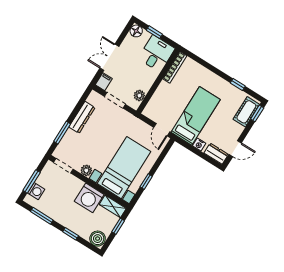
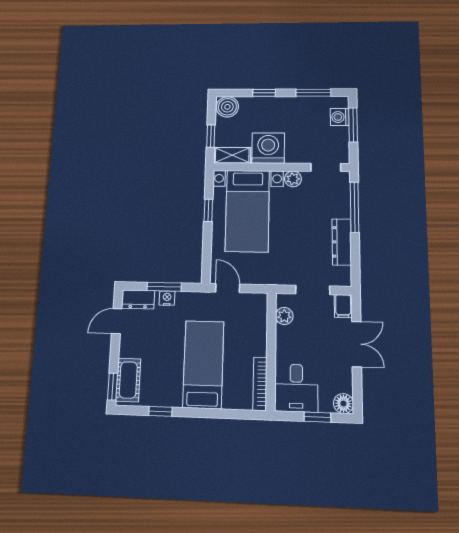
bed: (196, 116) -> (203, 364), moved, turned 180
window: (62, 133) -> (354, 207), width x1.44
window: (197, 152) -> (164, 287), added

